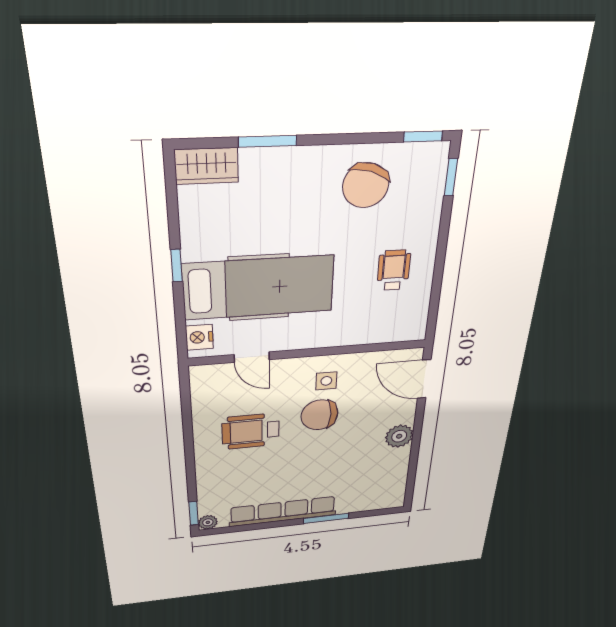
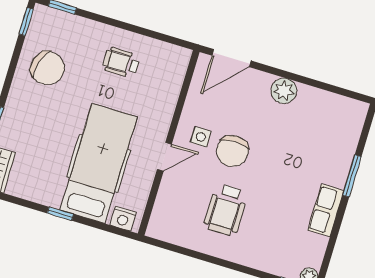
door: (252, 357) -> (164, 157), moved
row of seats: (283, 511) -> (326, 210), width x0.50

